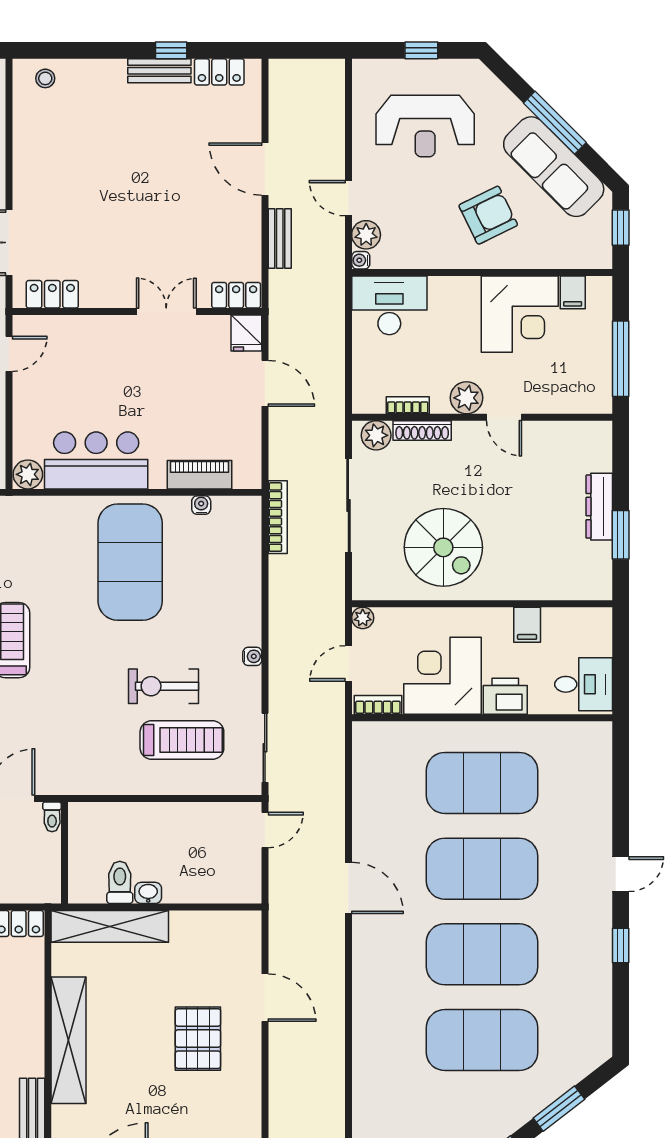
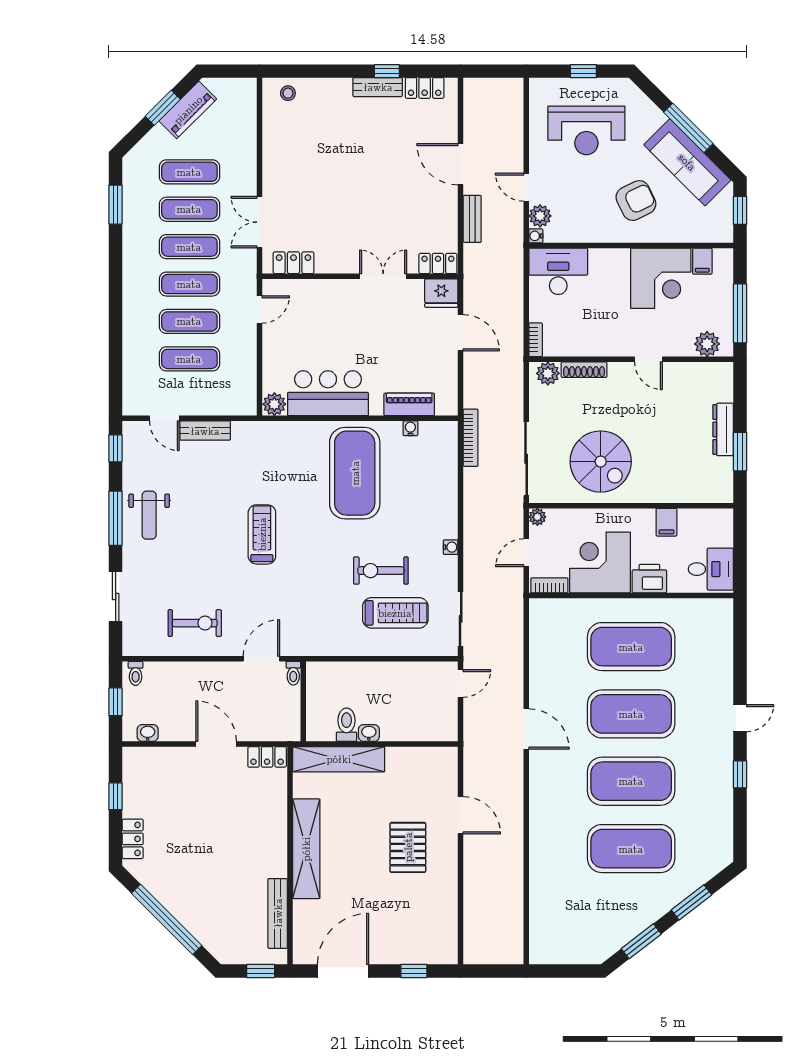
fridge: (246, 333) -> (441, 293), width x1.38
plant: (466, 398) -> (707, 344), moved
bookcase: (408, 405) -> (536, 340), moved, turned 90
sliding door: (348, 506) -> (526, 459), moved

